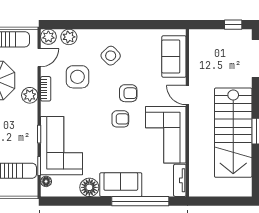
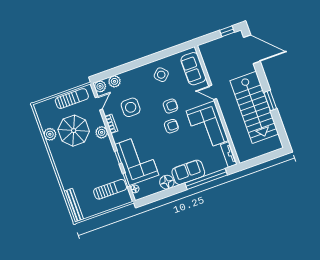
side table: (111, 56) -> (161, 75), moved

